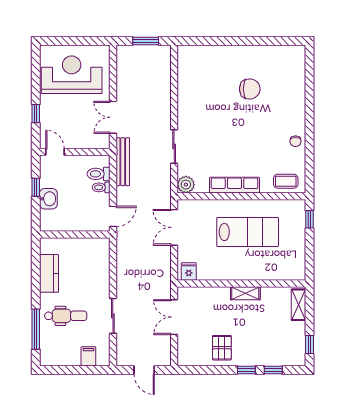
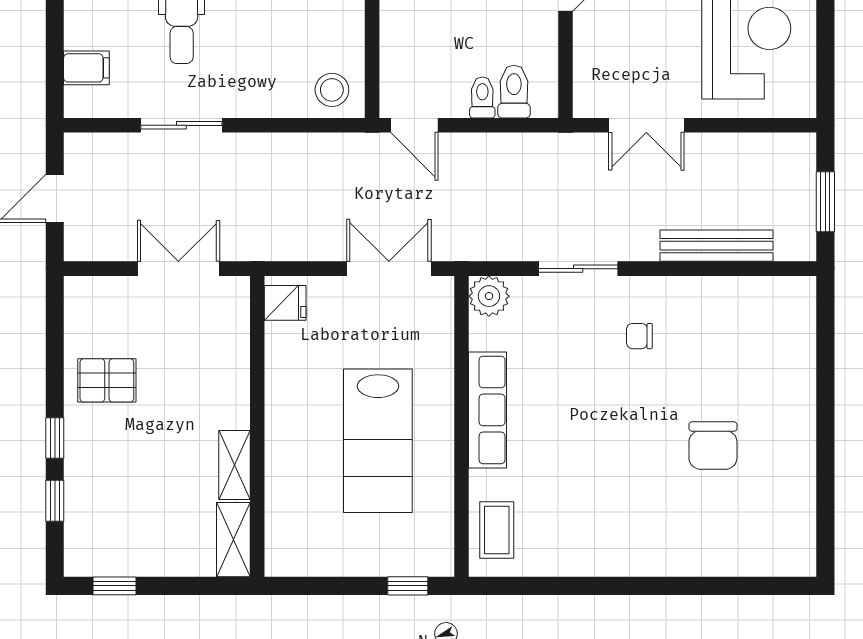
double door: (113, 117) -> (646, 125), swing flipped
chair: (296, 141) -> (639, 336), moved
bench: (123, 162) -> (717, 246), moved
stool: (98, 252) -> (332, 90), added
shelving: (245, 293) -> (235, 465), moved
shelving: (299, 305) -> (233, 540), moved, turned 90

